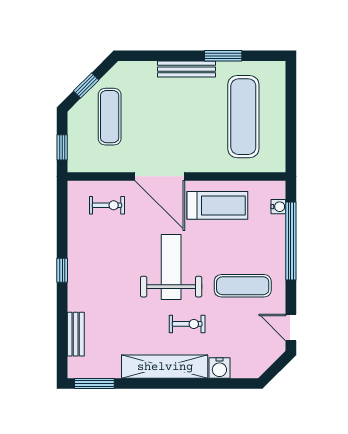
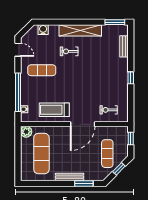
window: (223, 56) -> (84, 184), moved
plant: (274, 161) -> (26, 132), added
door: (160, 176) -> (83, 124), swing flipped
weight bench: (171, 267) -> (77, 79), removed
water cooler: (219, 368) -> (43, 30), moved

